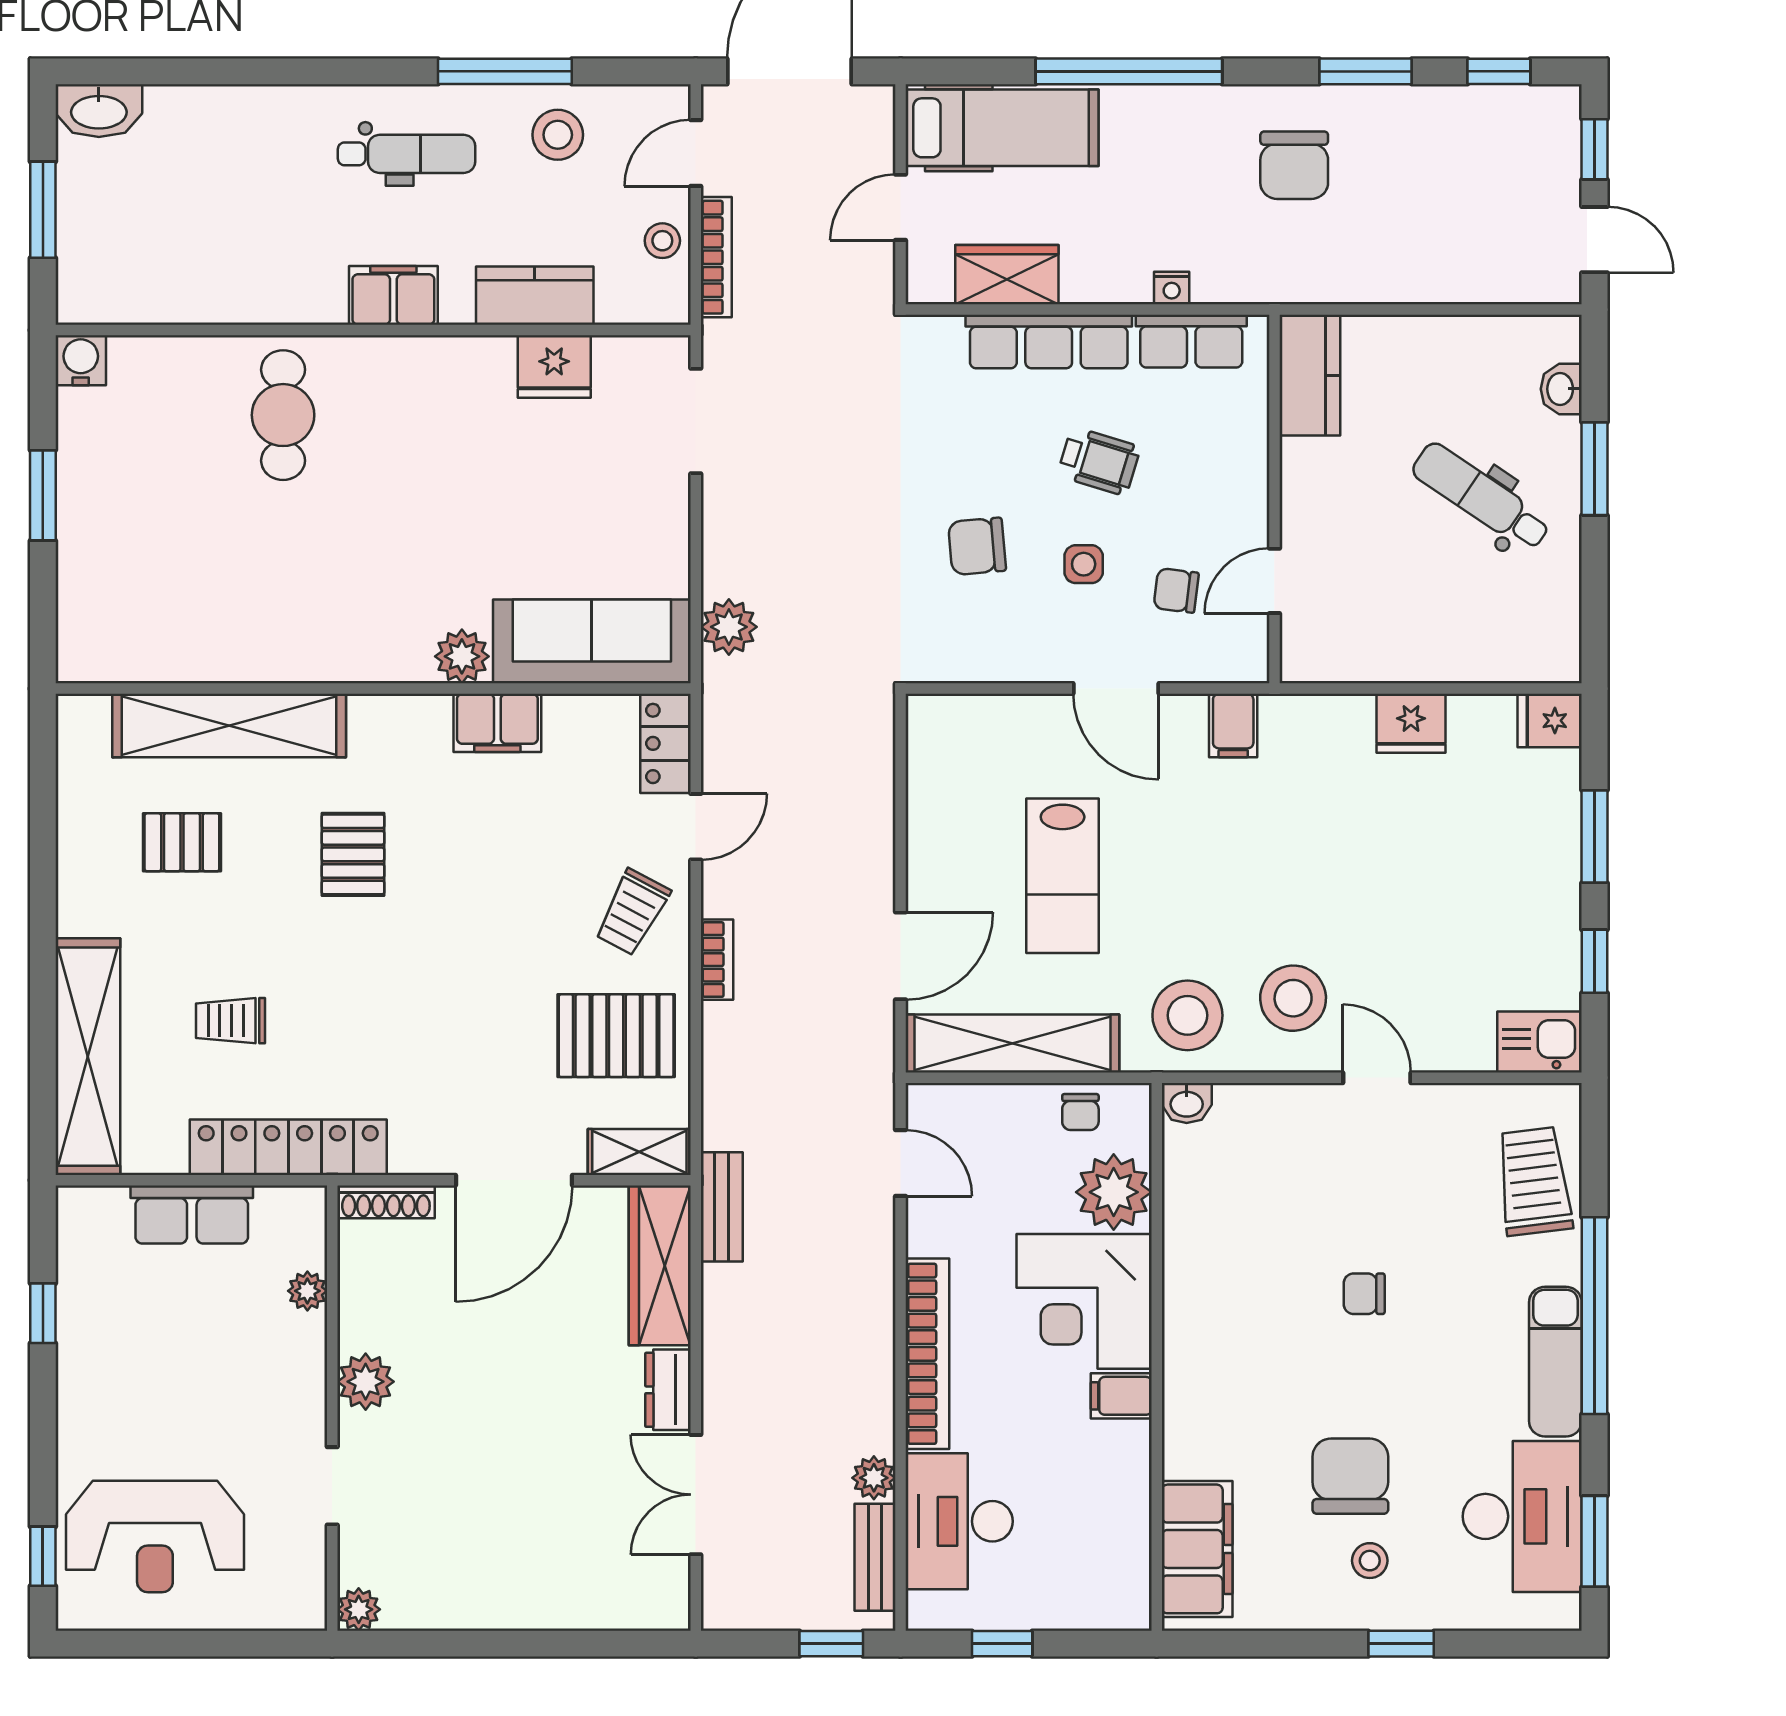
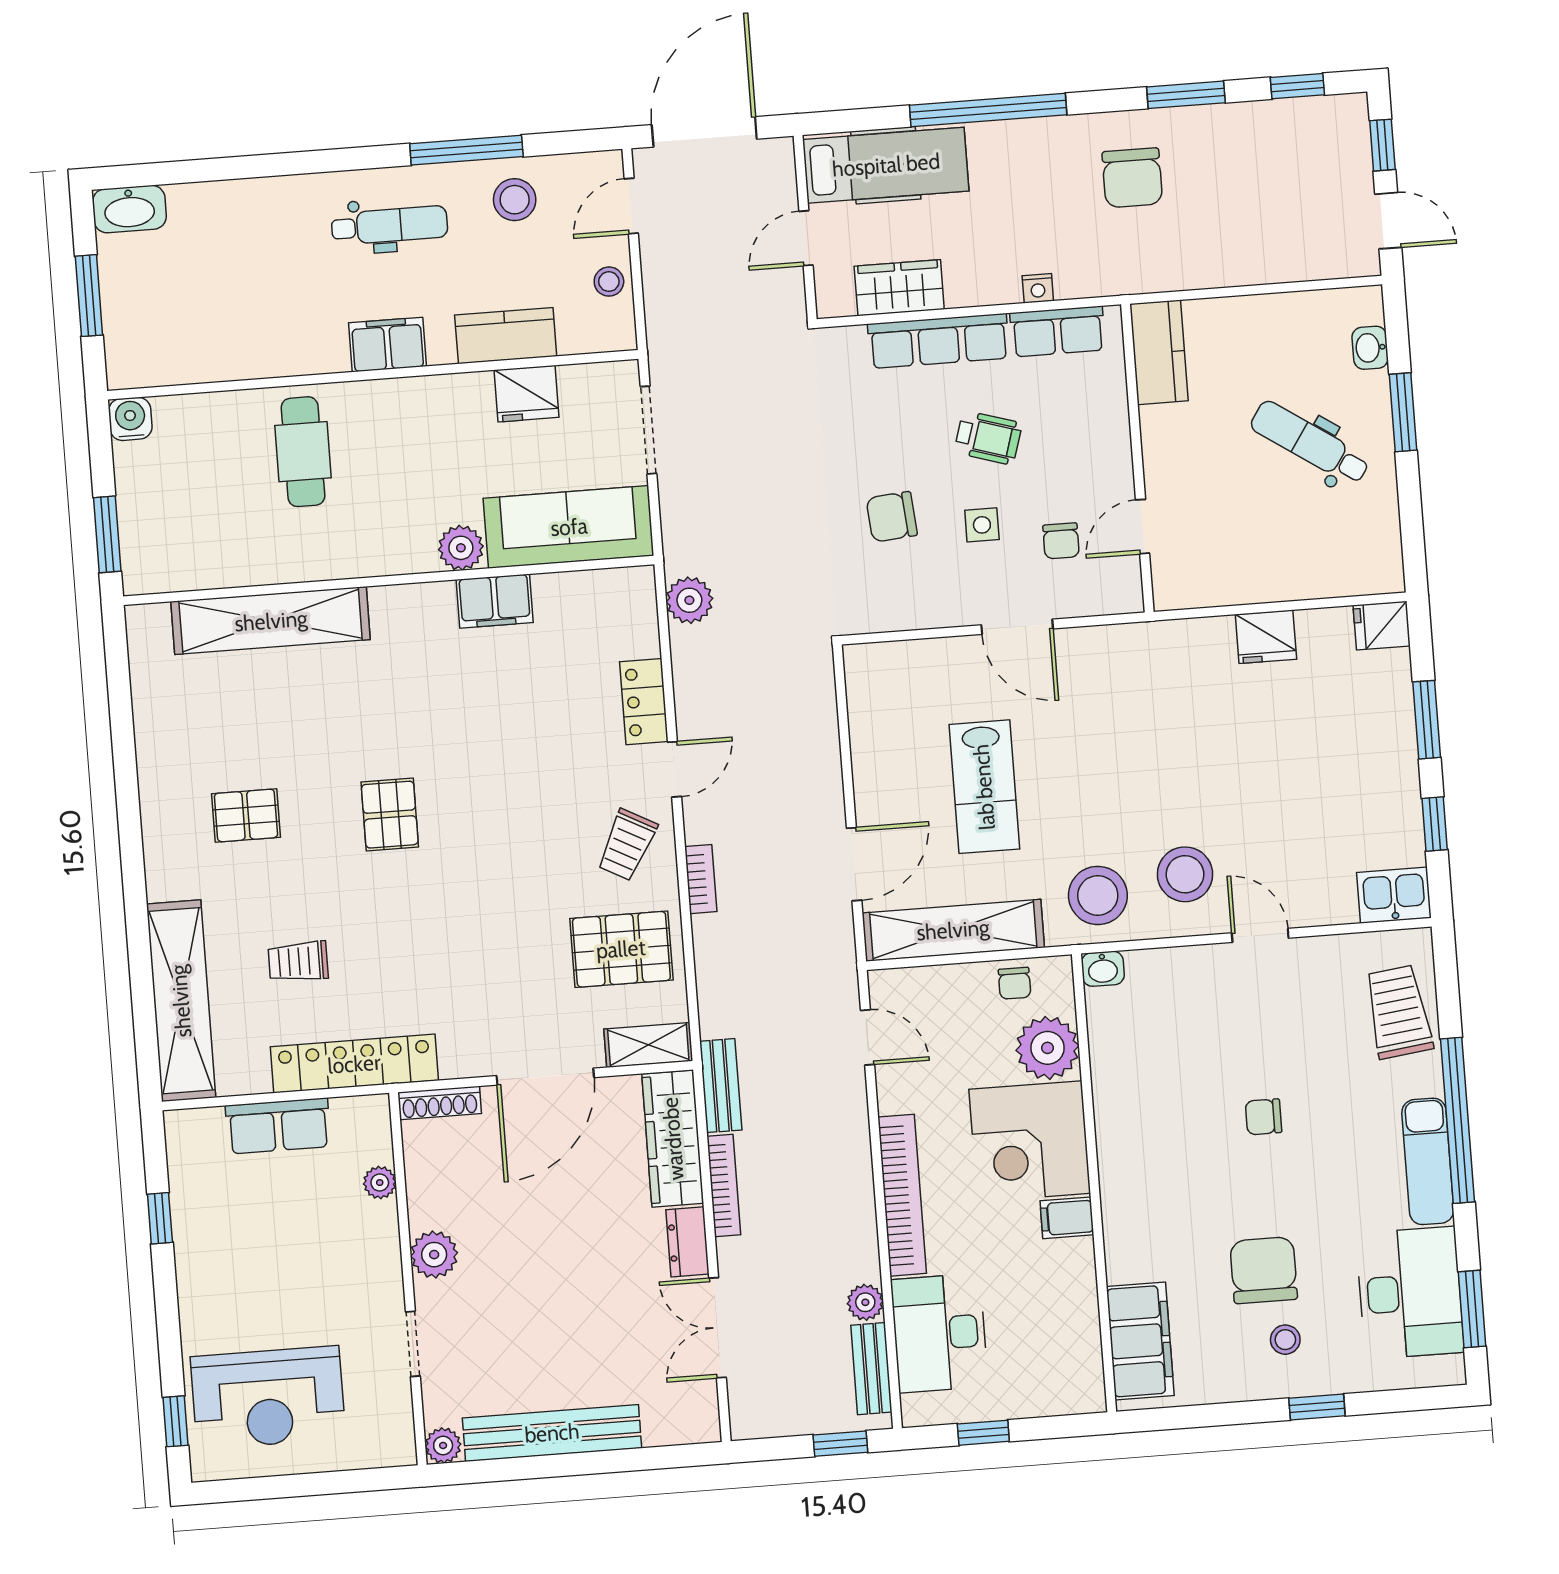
bookcase: (716, 257) -> (724, 1186), moved
chair: (1176, 590) -> (1061, 541), turned -97
sofa: (592, 641) -> (569, 527), moved
plant: (462, 656) -> (461, 548), moved
wall: (373, 689) -> (389, 580), moved
filing cabinet: (497, 723) -> (495, 601), moved
shelving: (229, 725) -> (271, 621), moved
filing cabinet: (1233, 726) -> (1117, 650), removed
bench: (489, 1605) -> (552, 1433), added

